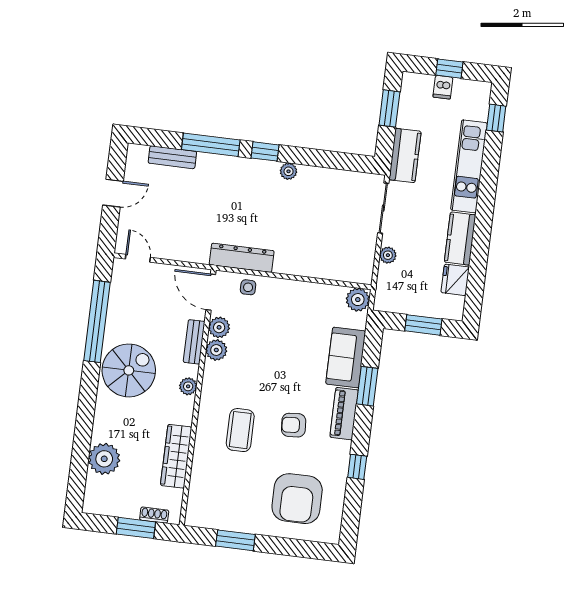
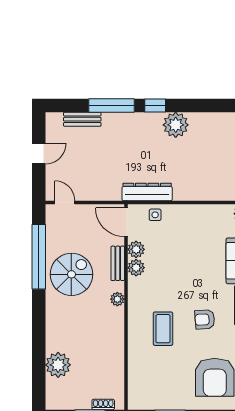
plant: (289, 171) -> (176, 125), width x1.88, depth x1.88
spiral stairs: (129, 370) -> (71, 274), moved
wardrobe: (176, 456) -> (115, 356), removed

